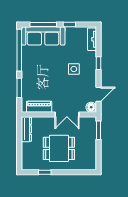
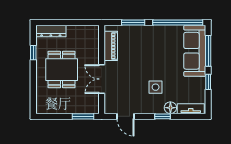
floor lamp: (91, 107) -> (170, 108), moved
dresser: (26, 129) -> (51, 31), moved

